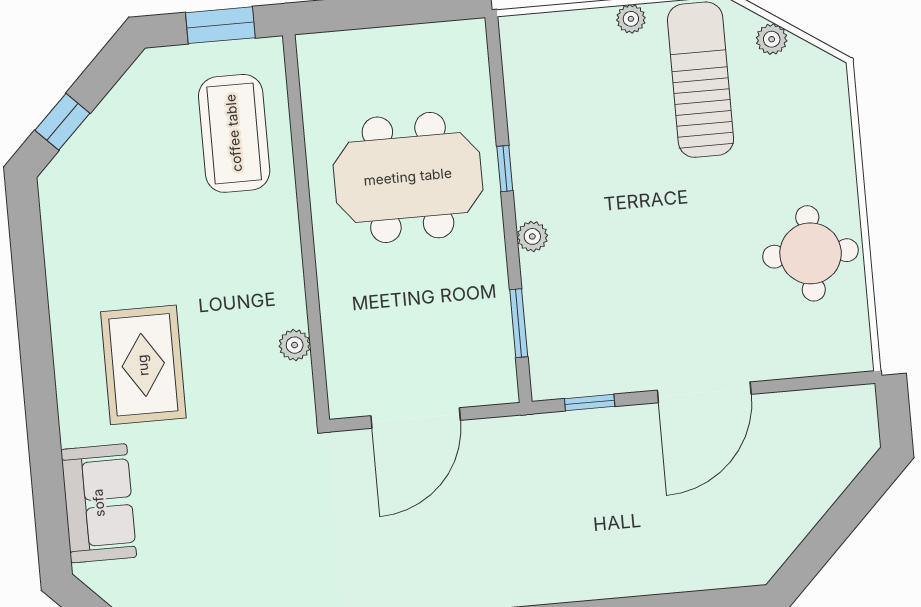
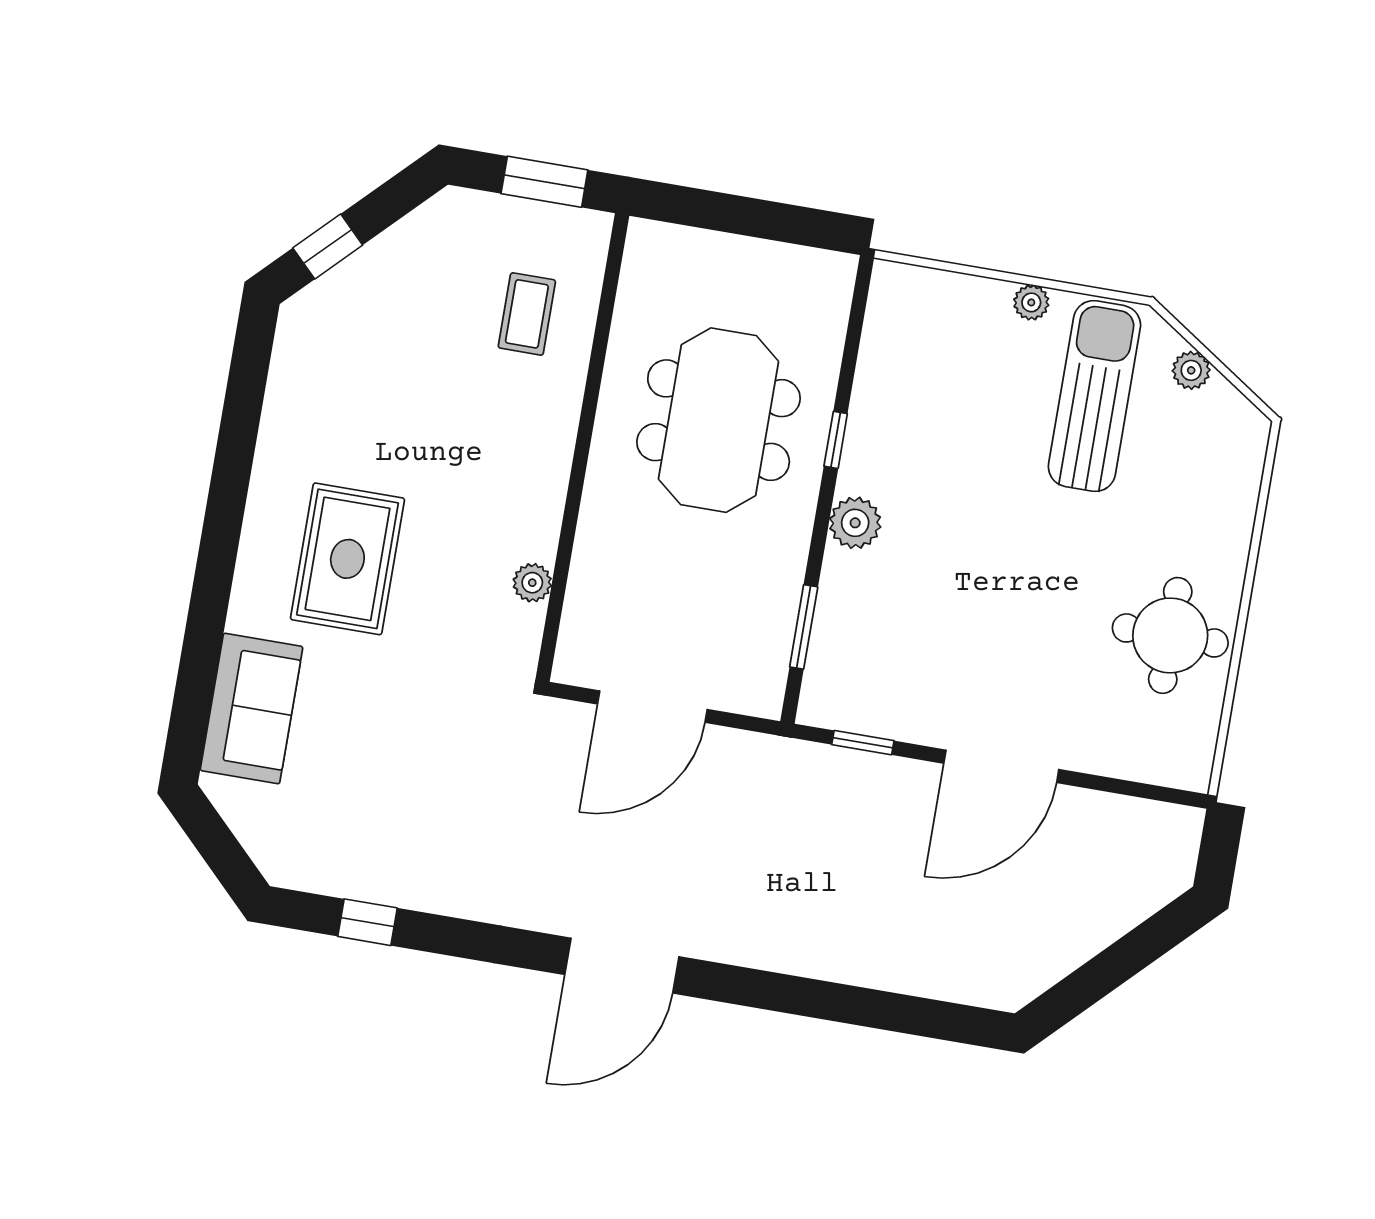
coffee table: (234, 133) -> (527, 314), width x0.54, depth x0.58
meeting table: (408, 177) -> (719, 420), turned 90
plant: (532, 236) -> (855, 523), width x1.38, depth x1.38

